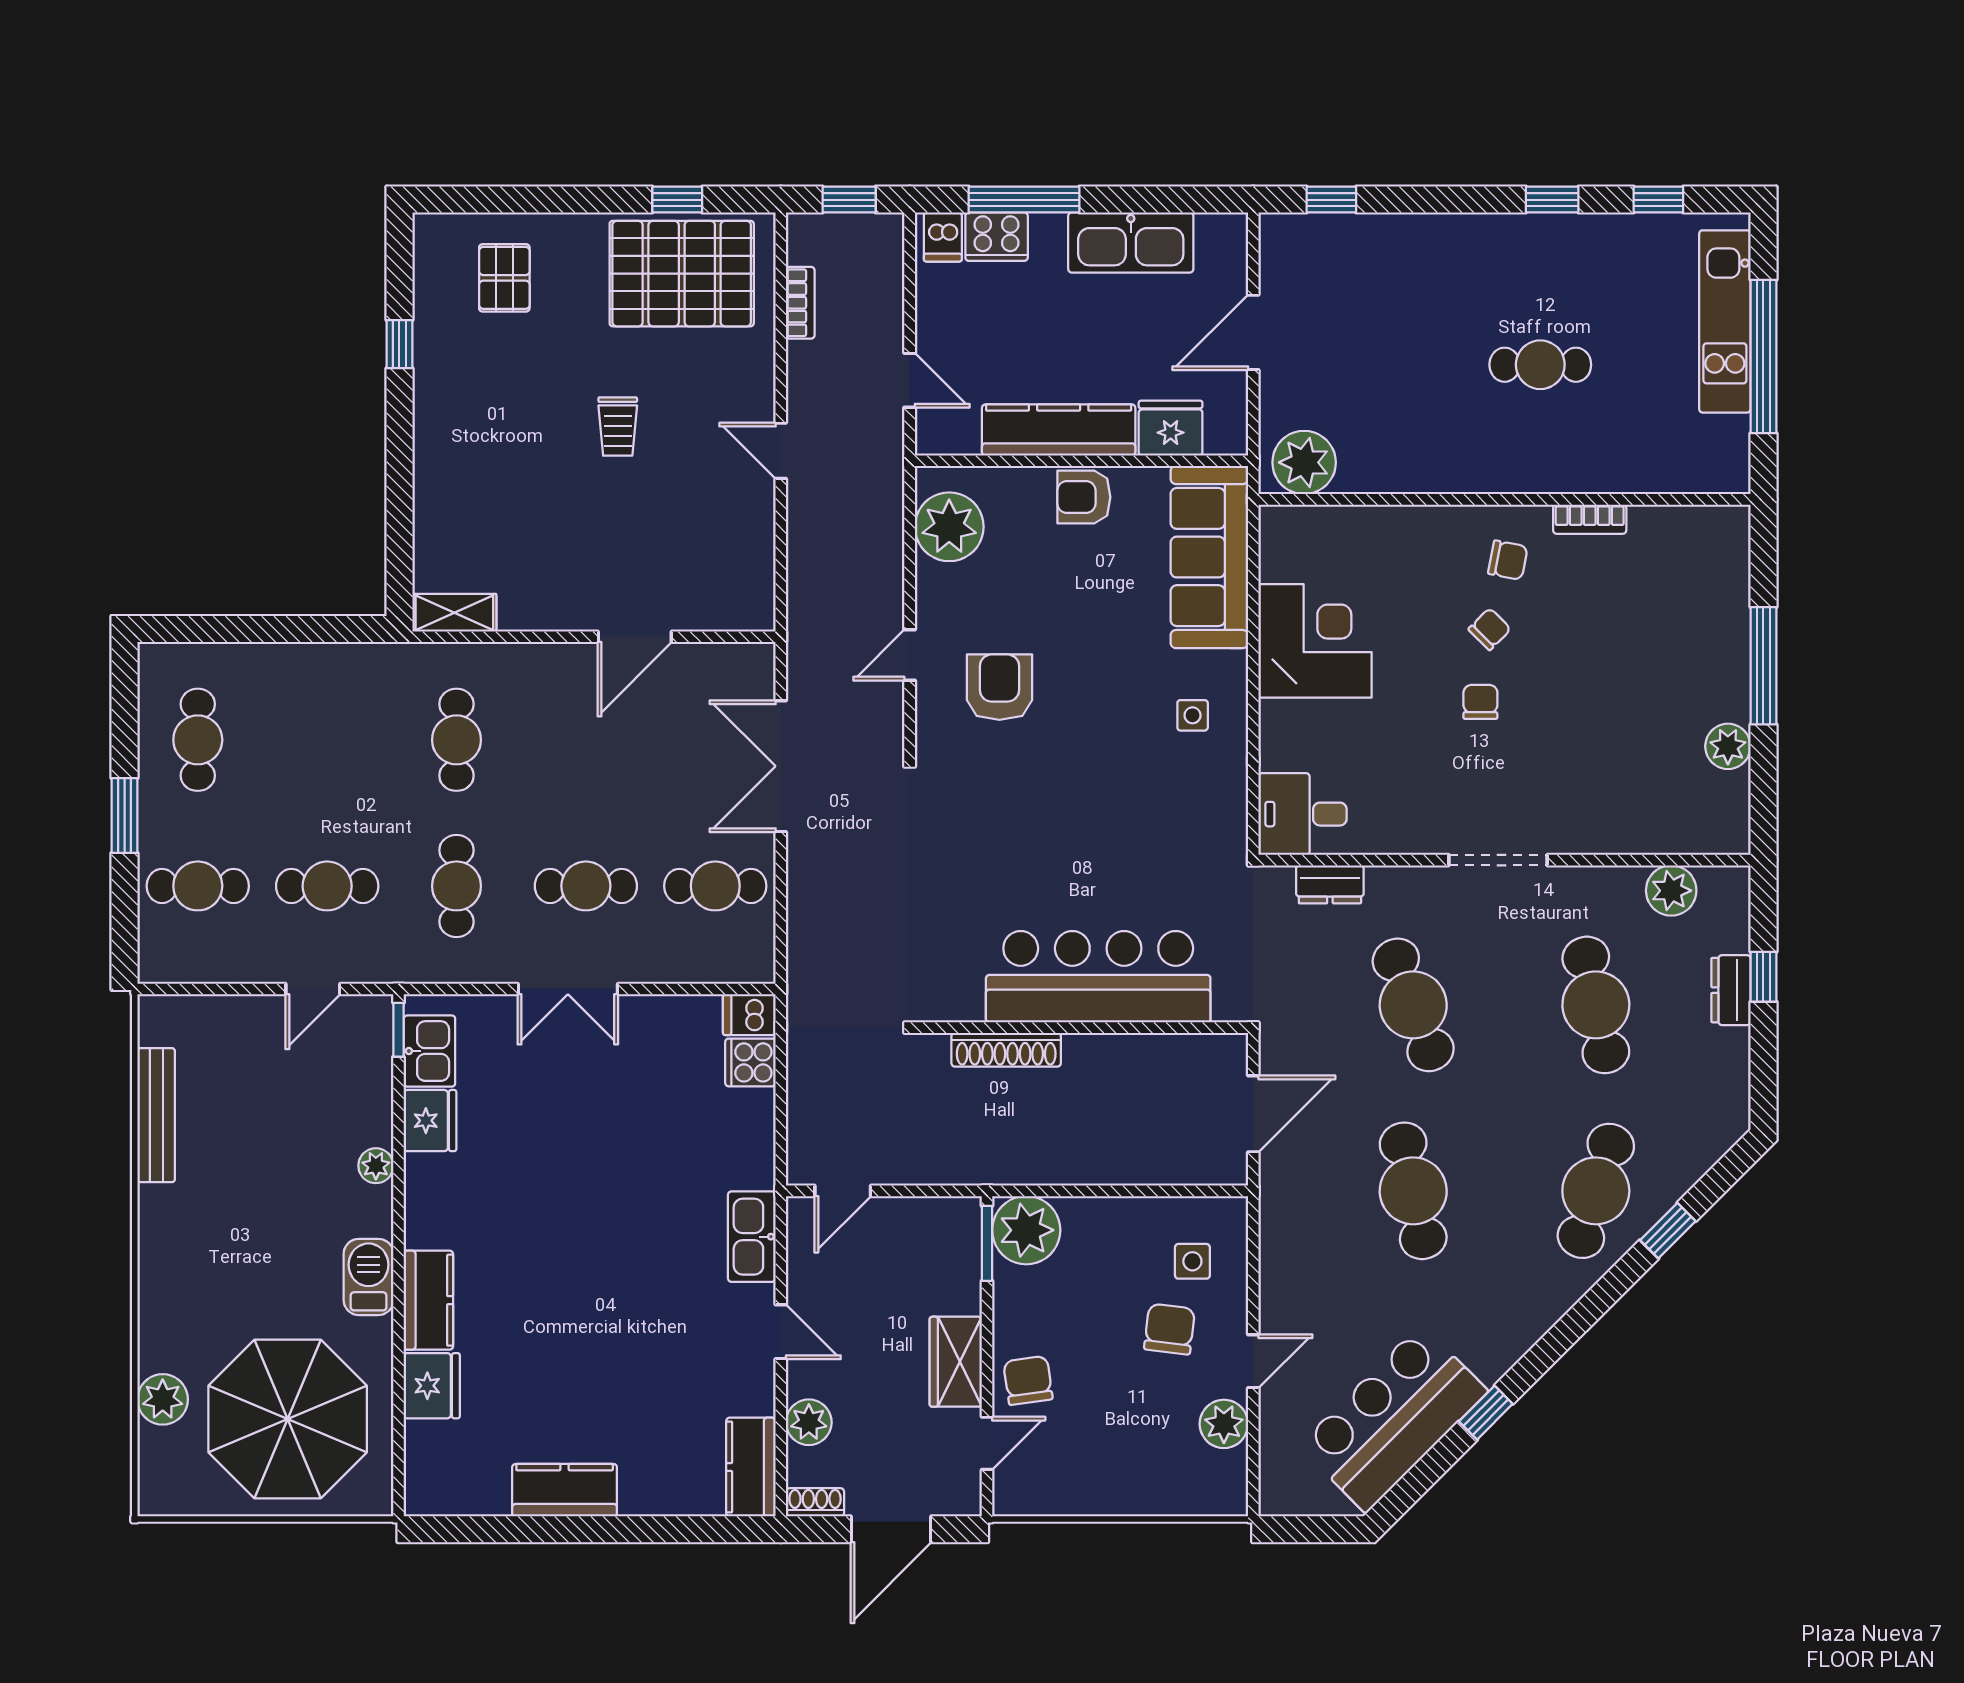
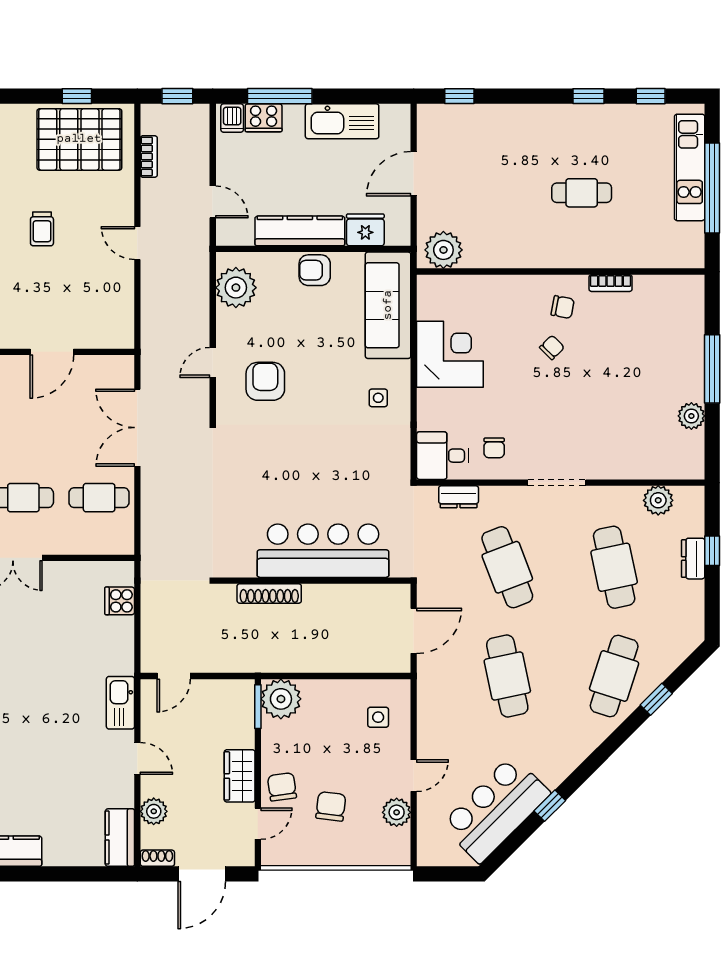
chair: (1480, 702) -> (494, 448), moved, turned 180
dishwasher: (749, 1015) -> (119, 573), removed
chair: (1170, 1329) -> (331, 806), moved

